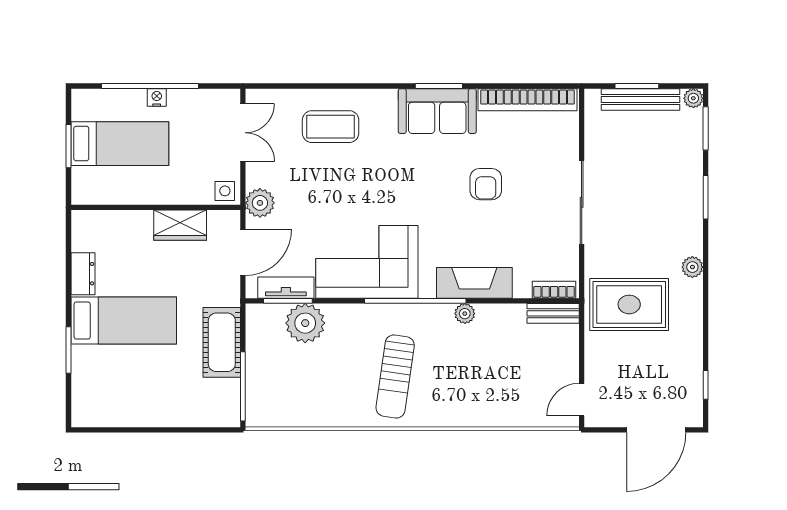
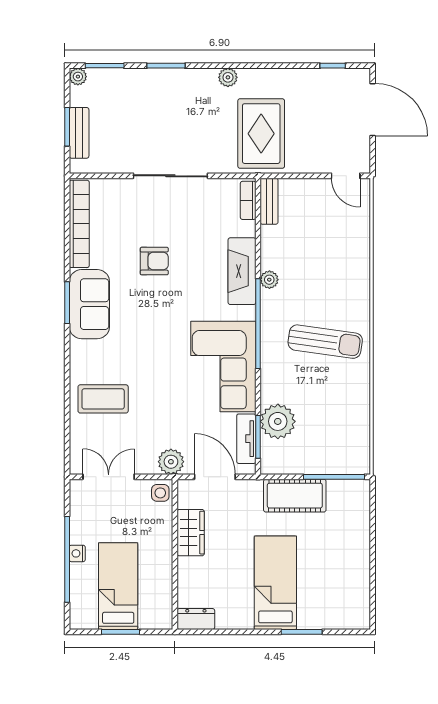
bench: (640, 100) -> (79, 133), width x0.73
coffee table: (331, 127) -> (103, 399), turned 90
dresser: (83, 274) -> (196, 619), moved

